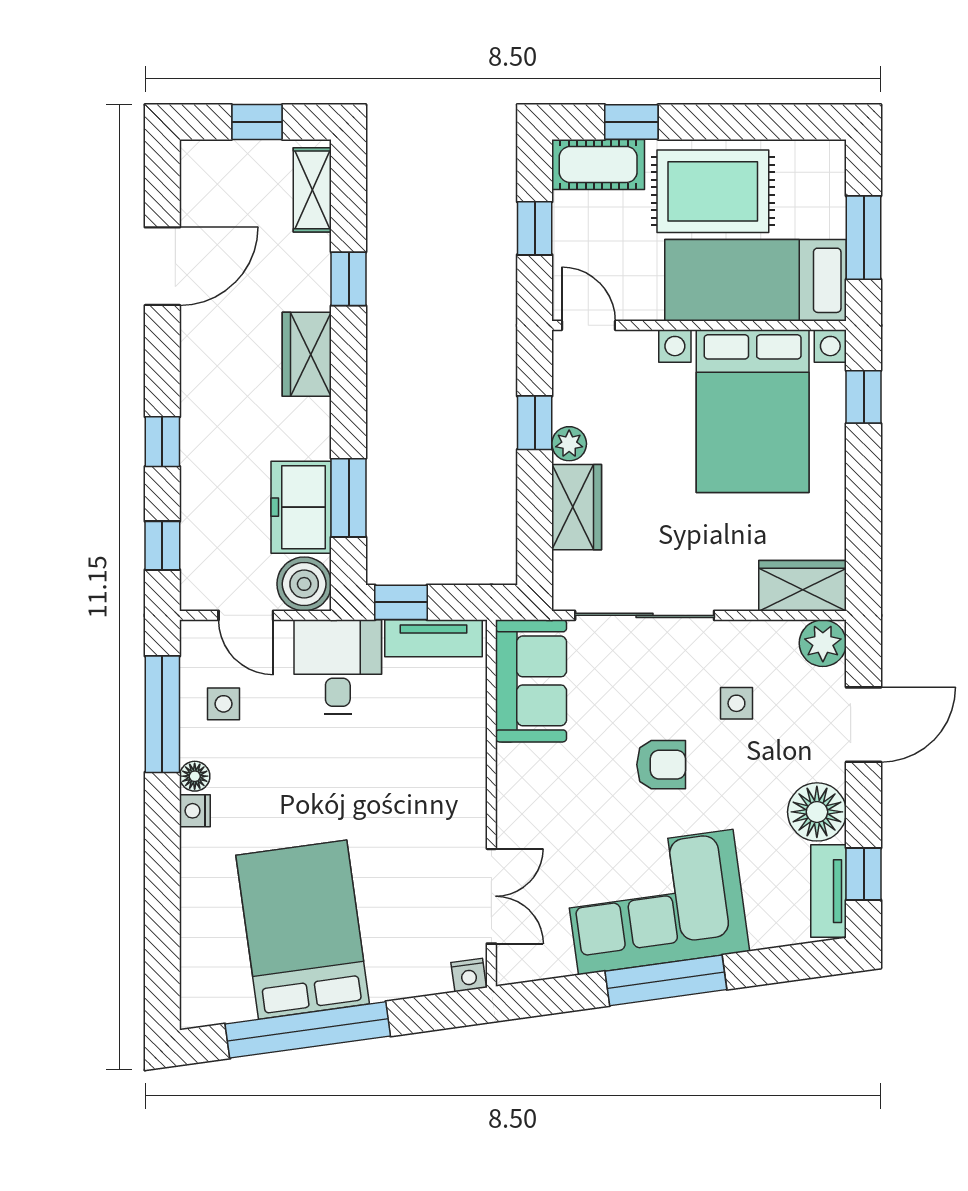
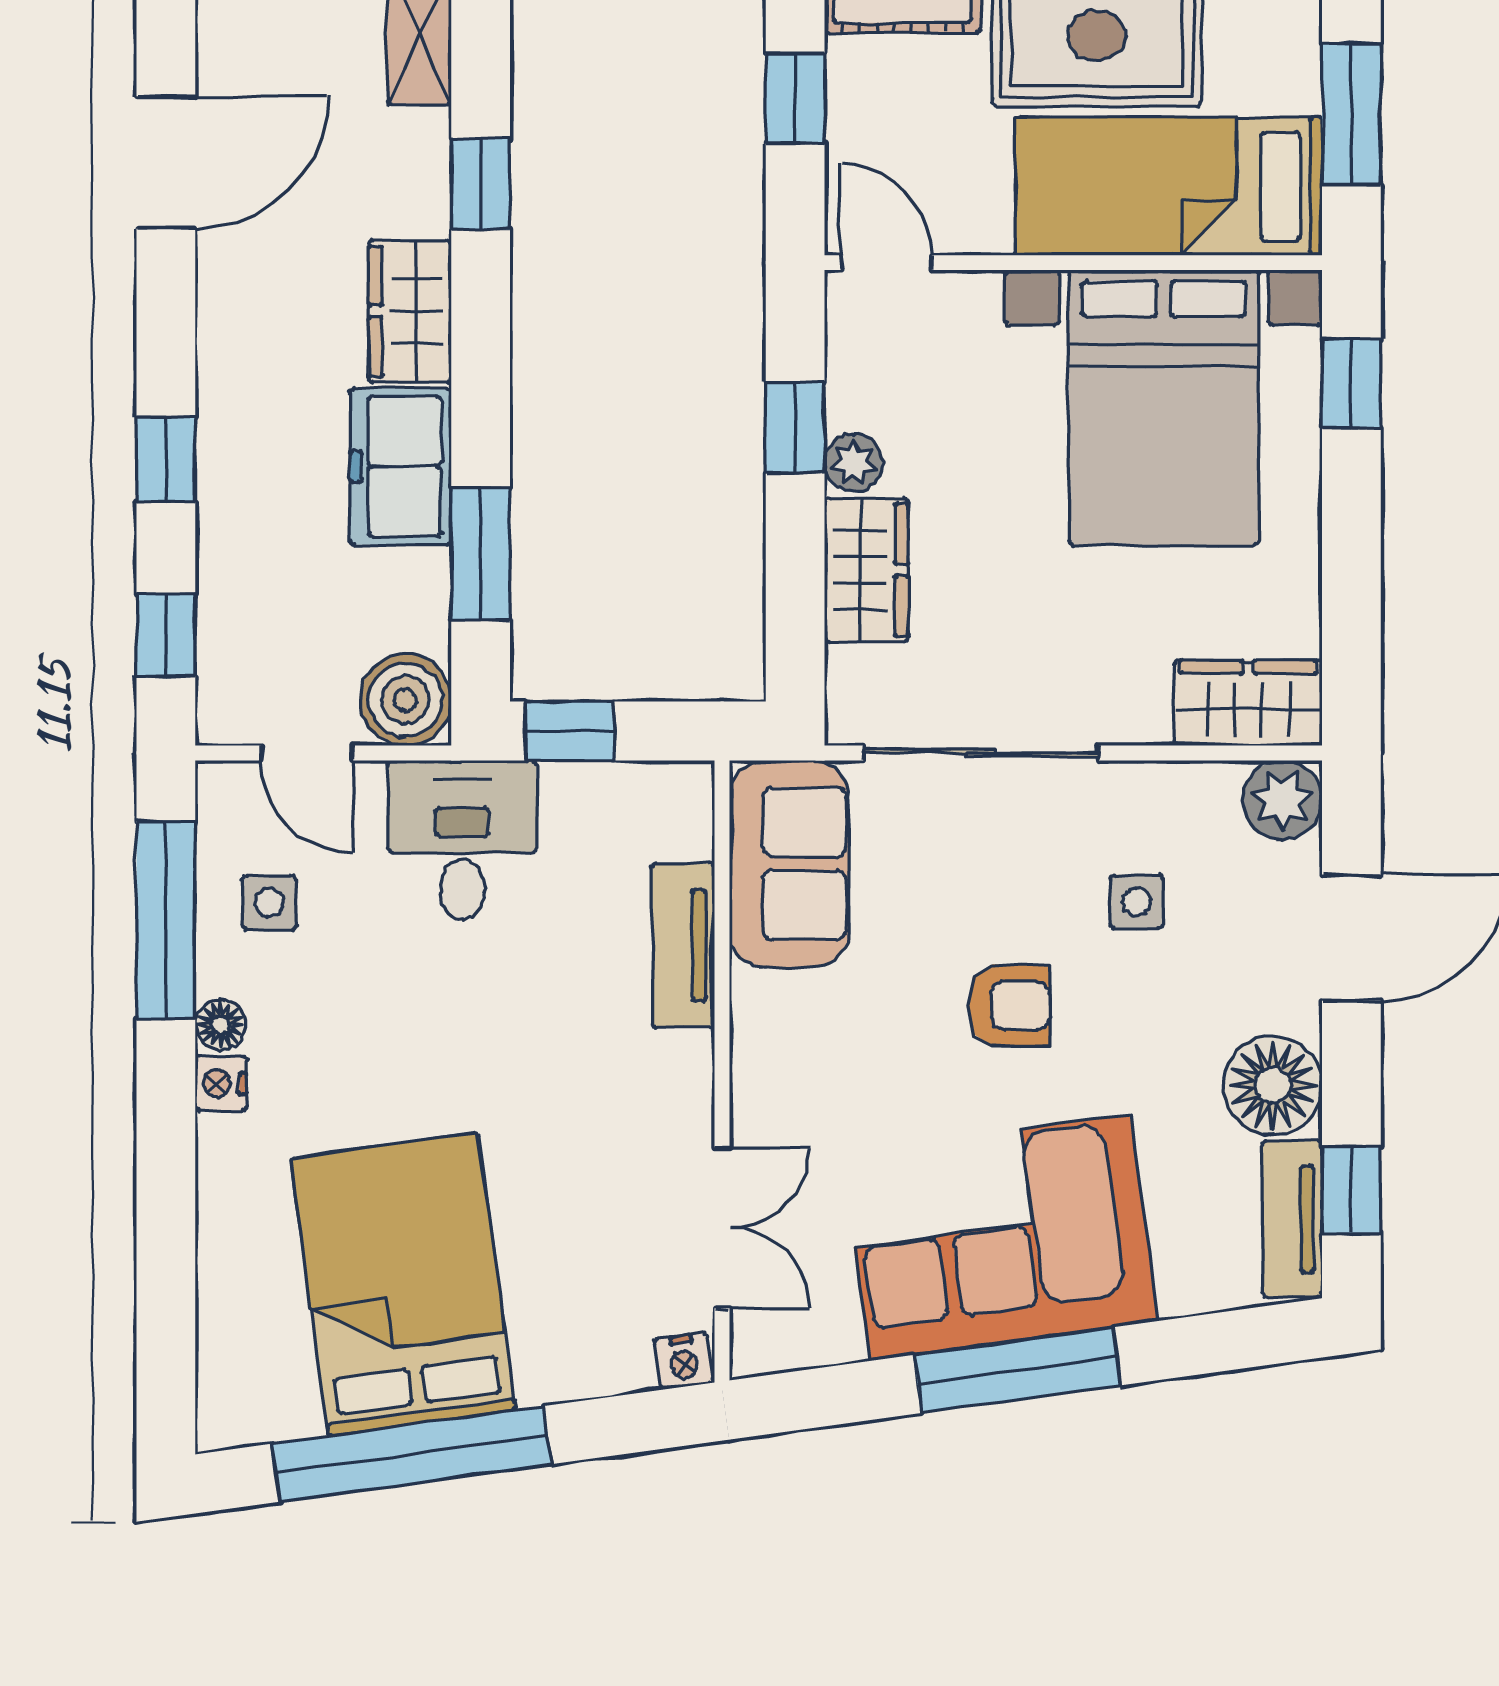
freezer: (301, 507) -> (401, 466), moved
tv unit: (433, 638) -> (683, 945), moved, turned 90

